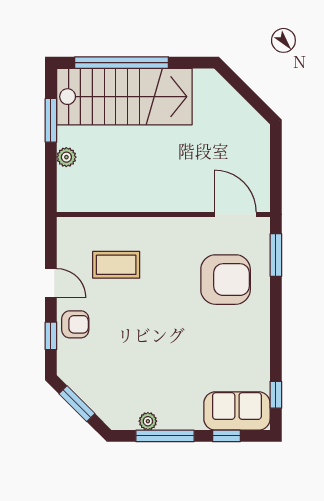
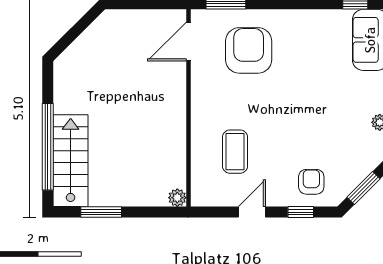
stairs: (124, 97) -> (71, 161), width x0.73, depth x0.66
plant: (66, 157) -> (177, 198), moved
armchair: (75, 324) -> (311, 182), moved

